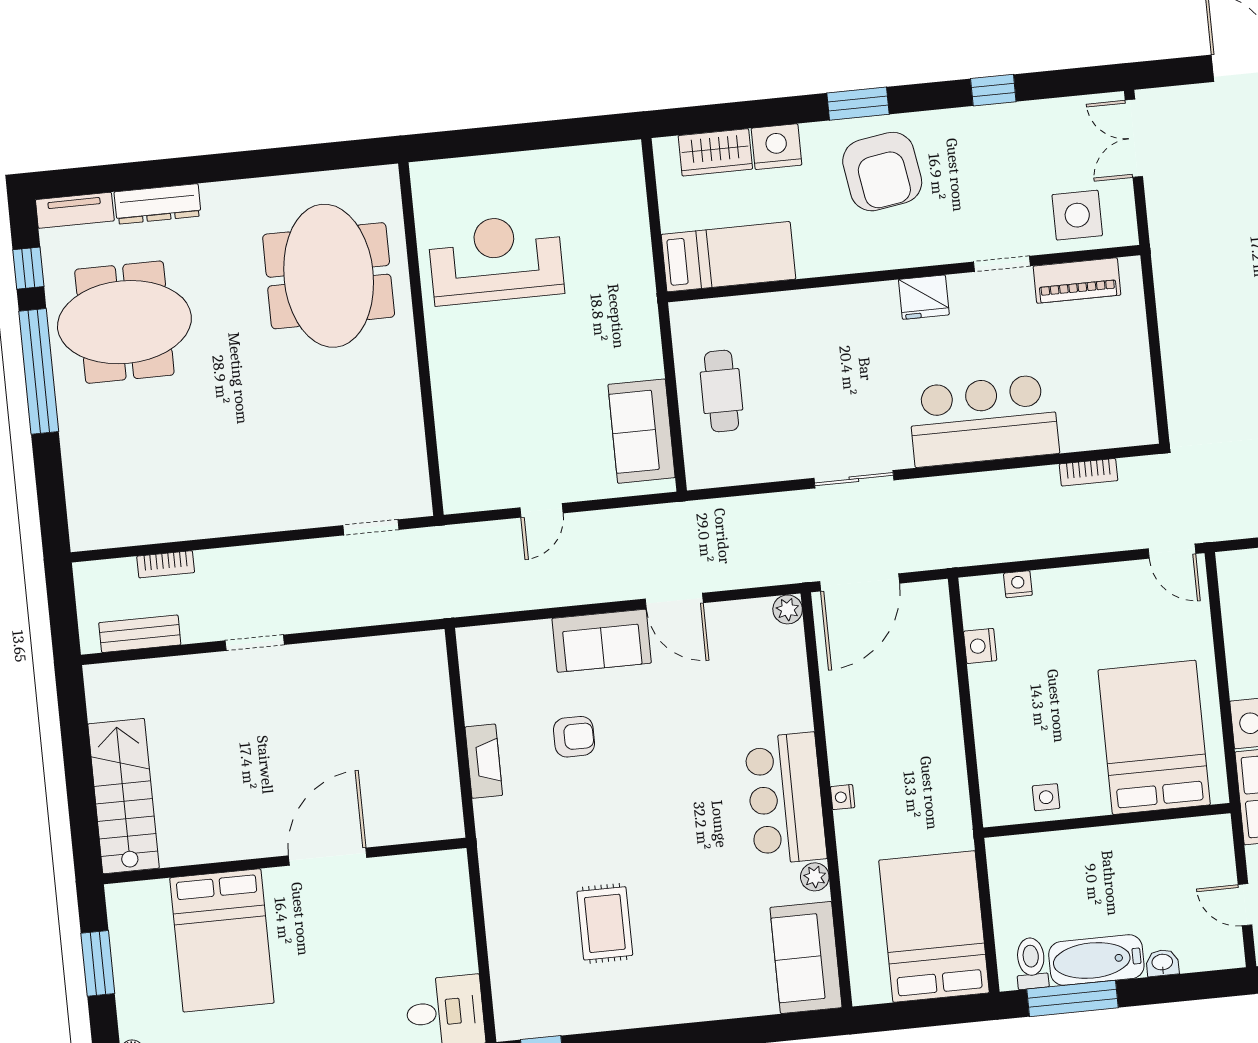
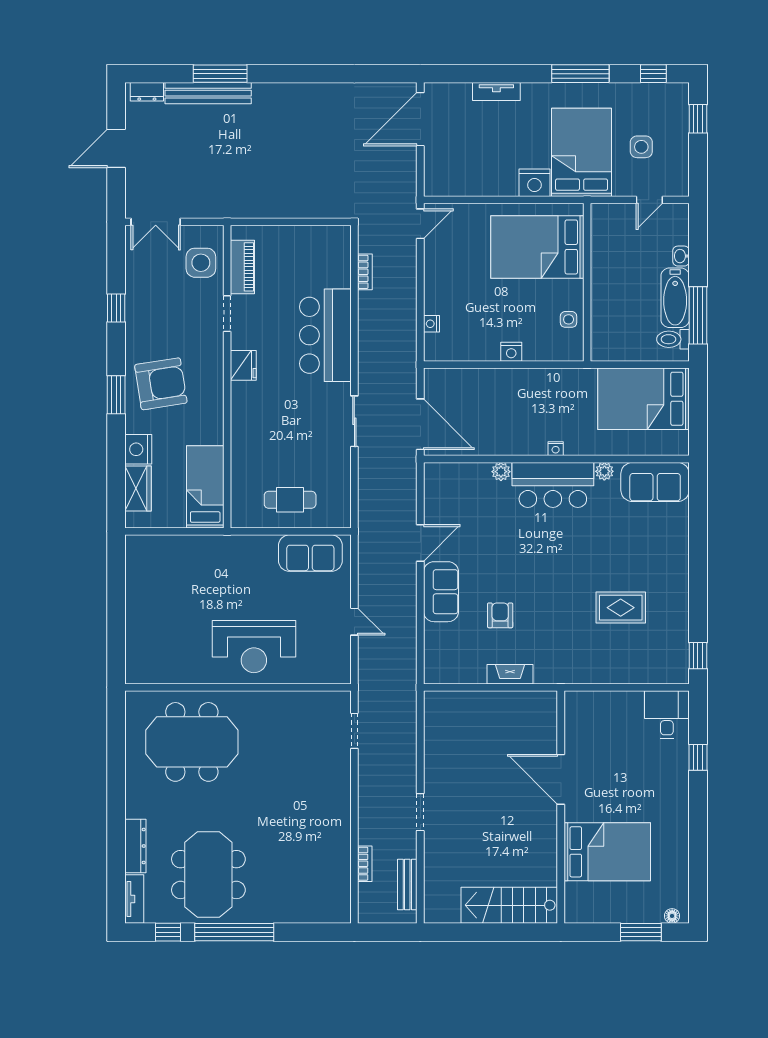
reception desk: (496, 259) -> (254, 647), moved, turned -90
plant: (788, 609) -> (501, 472), moved
nightstand: (980, 646) -> (511, 352), moved
window: (98, 963) -> (641, 932), moved

